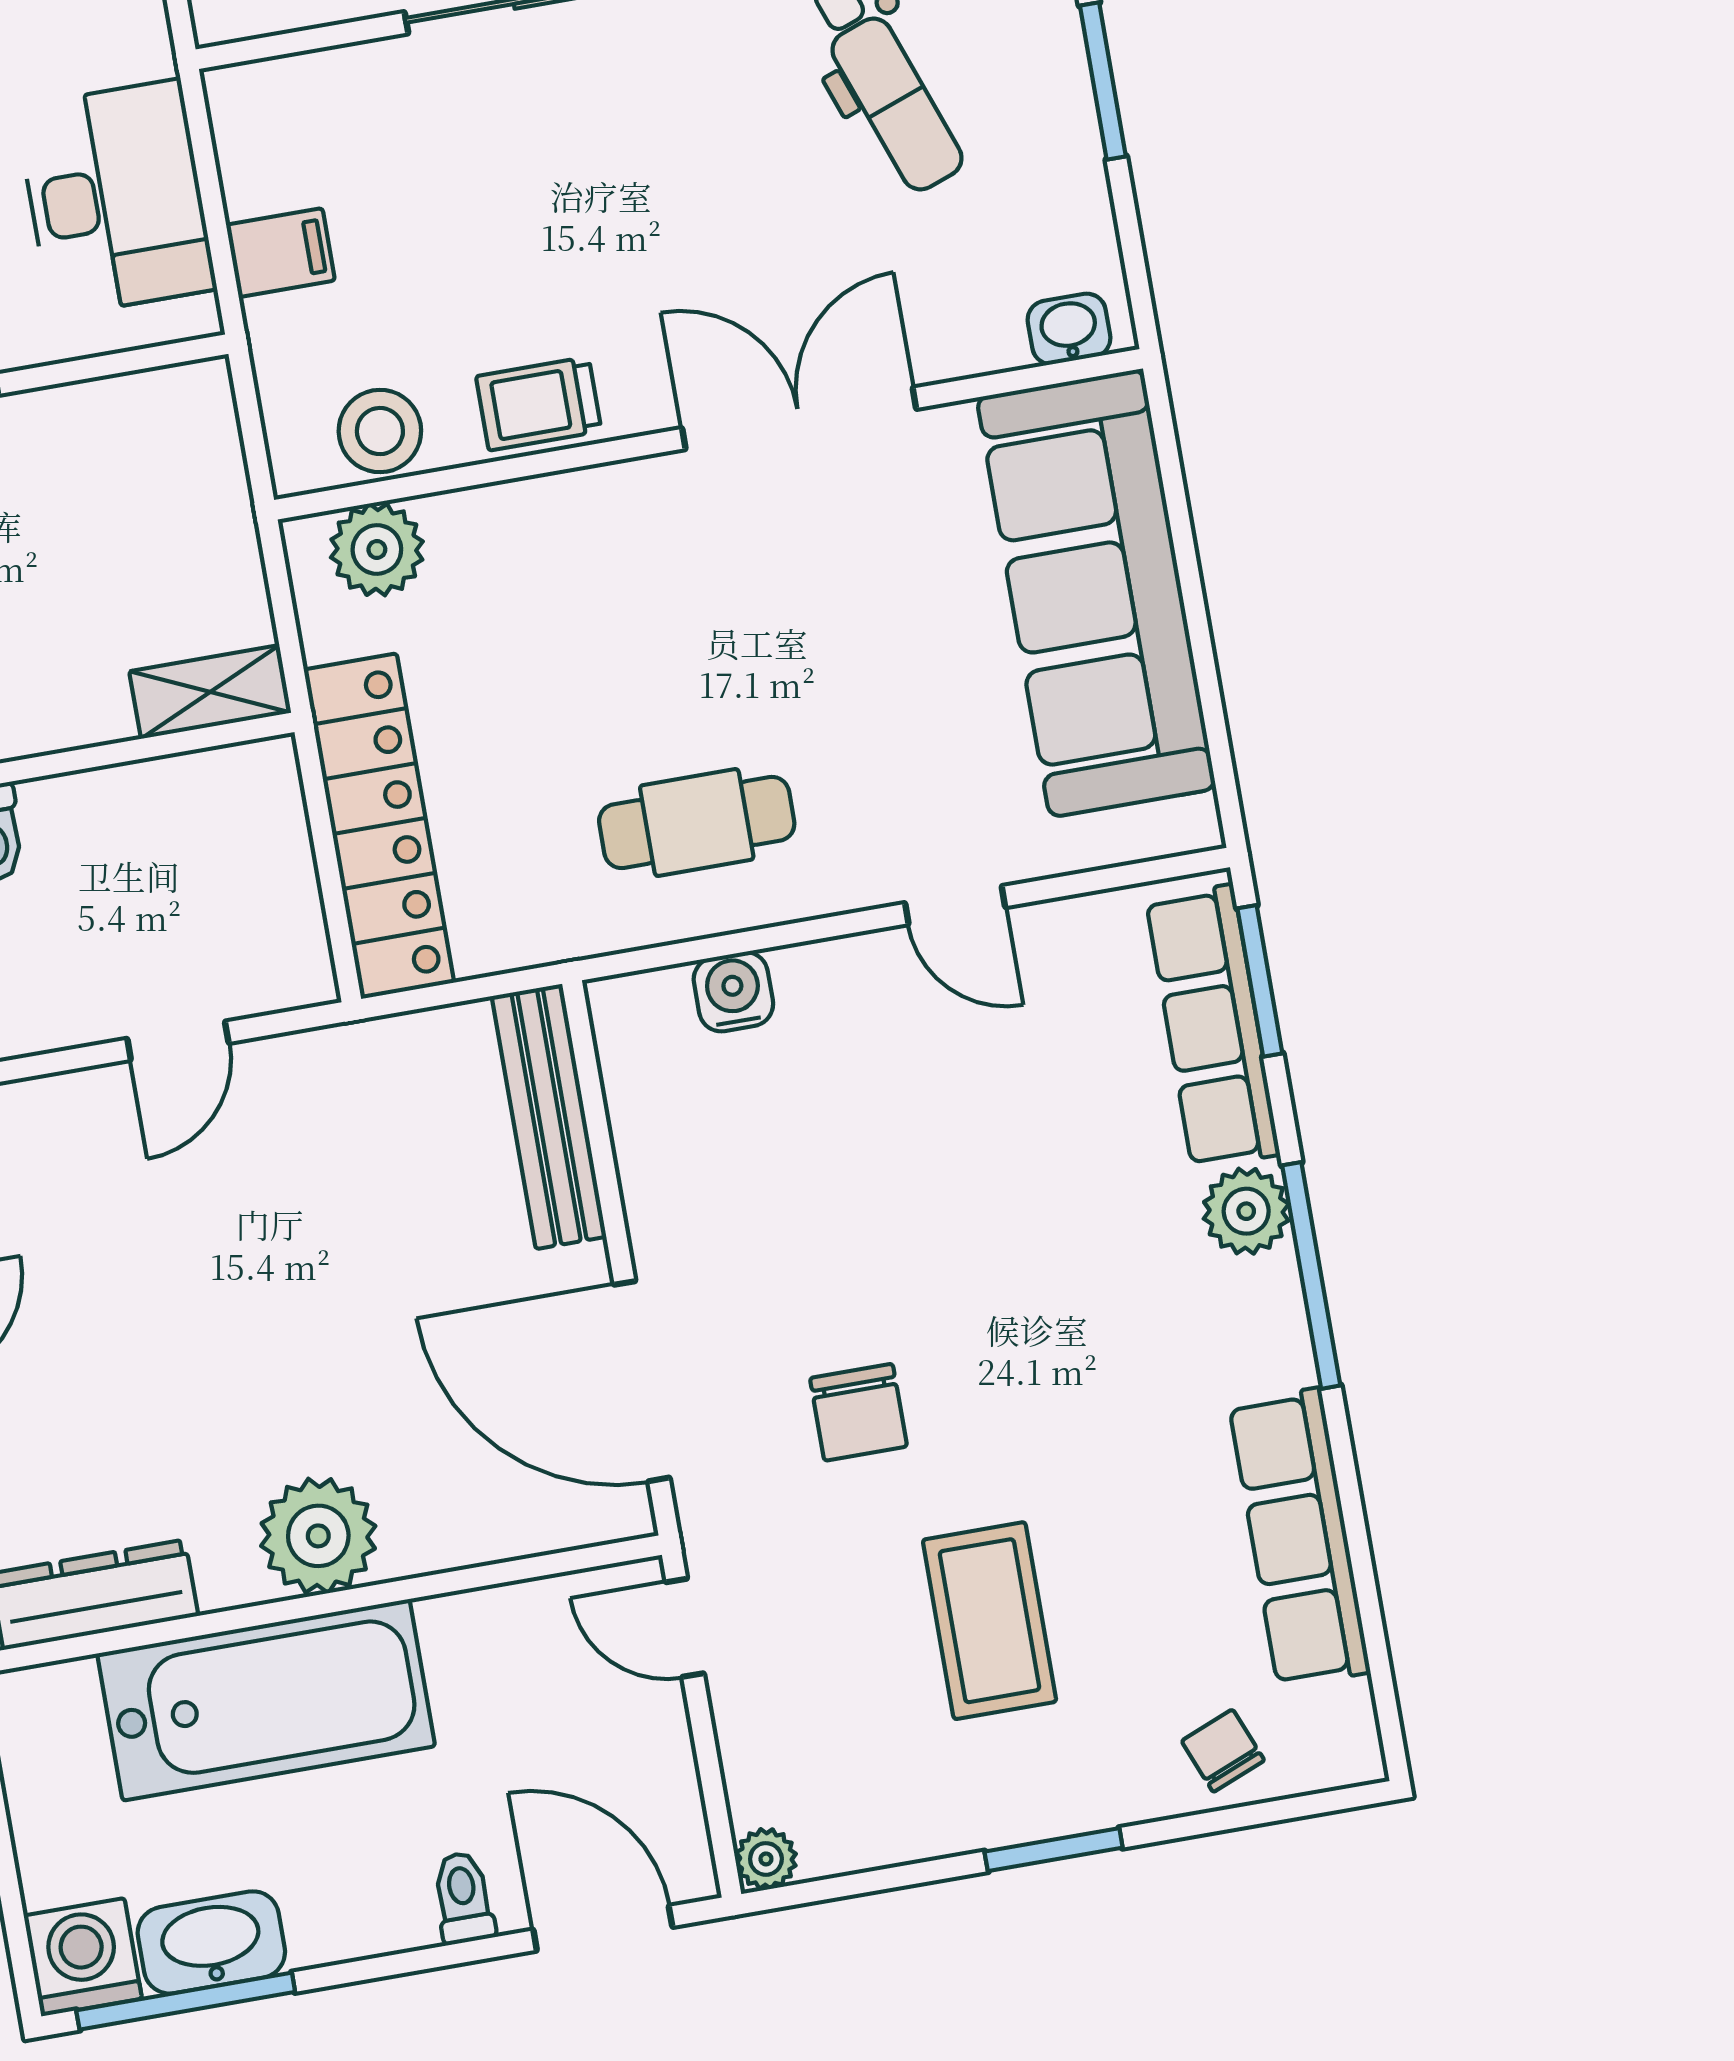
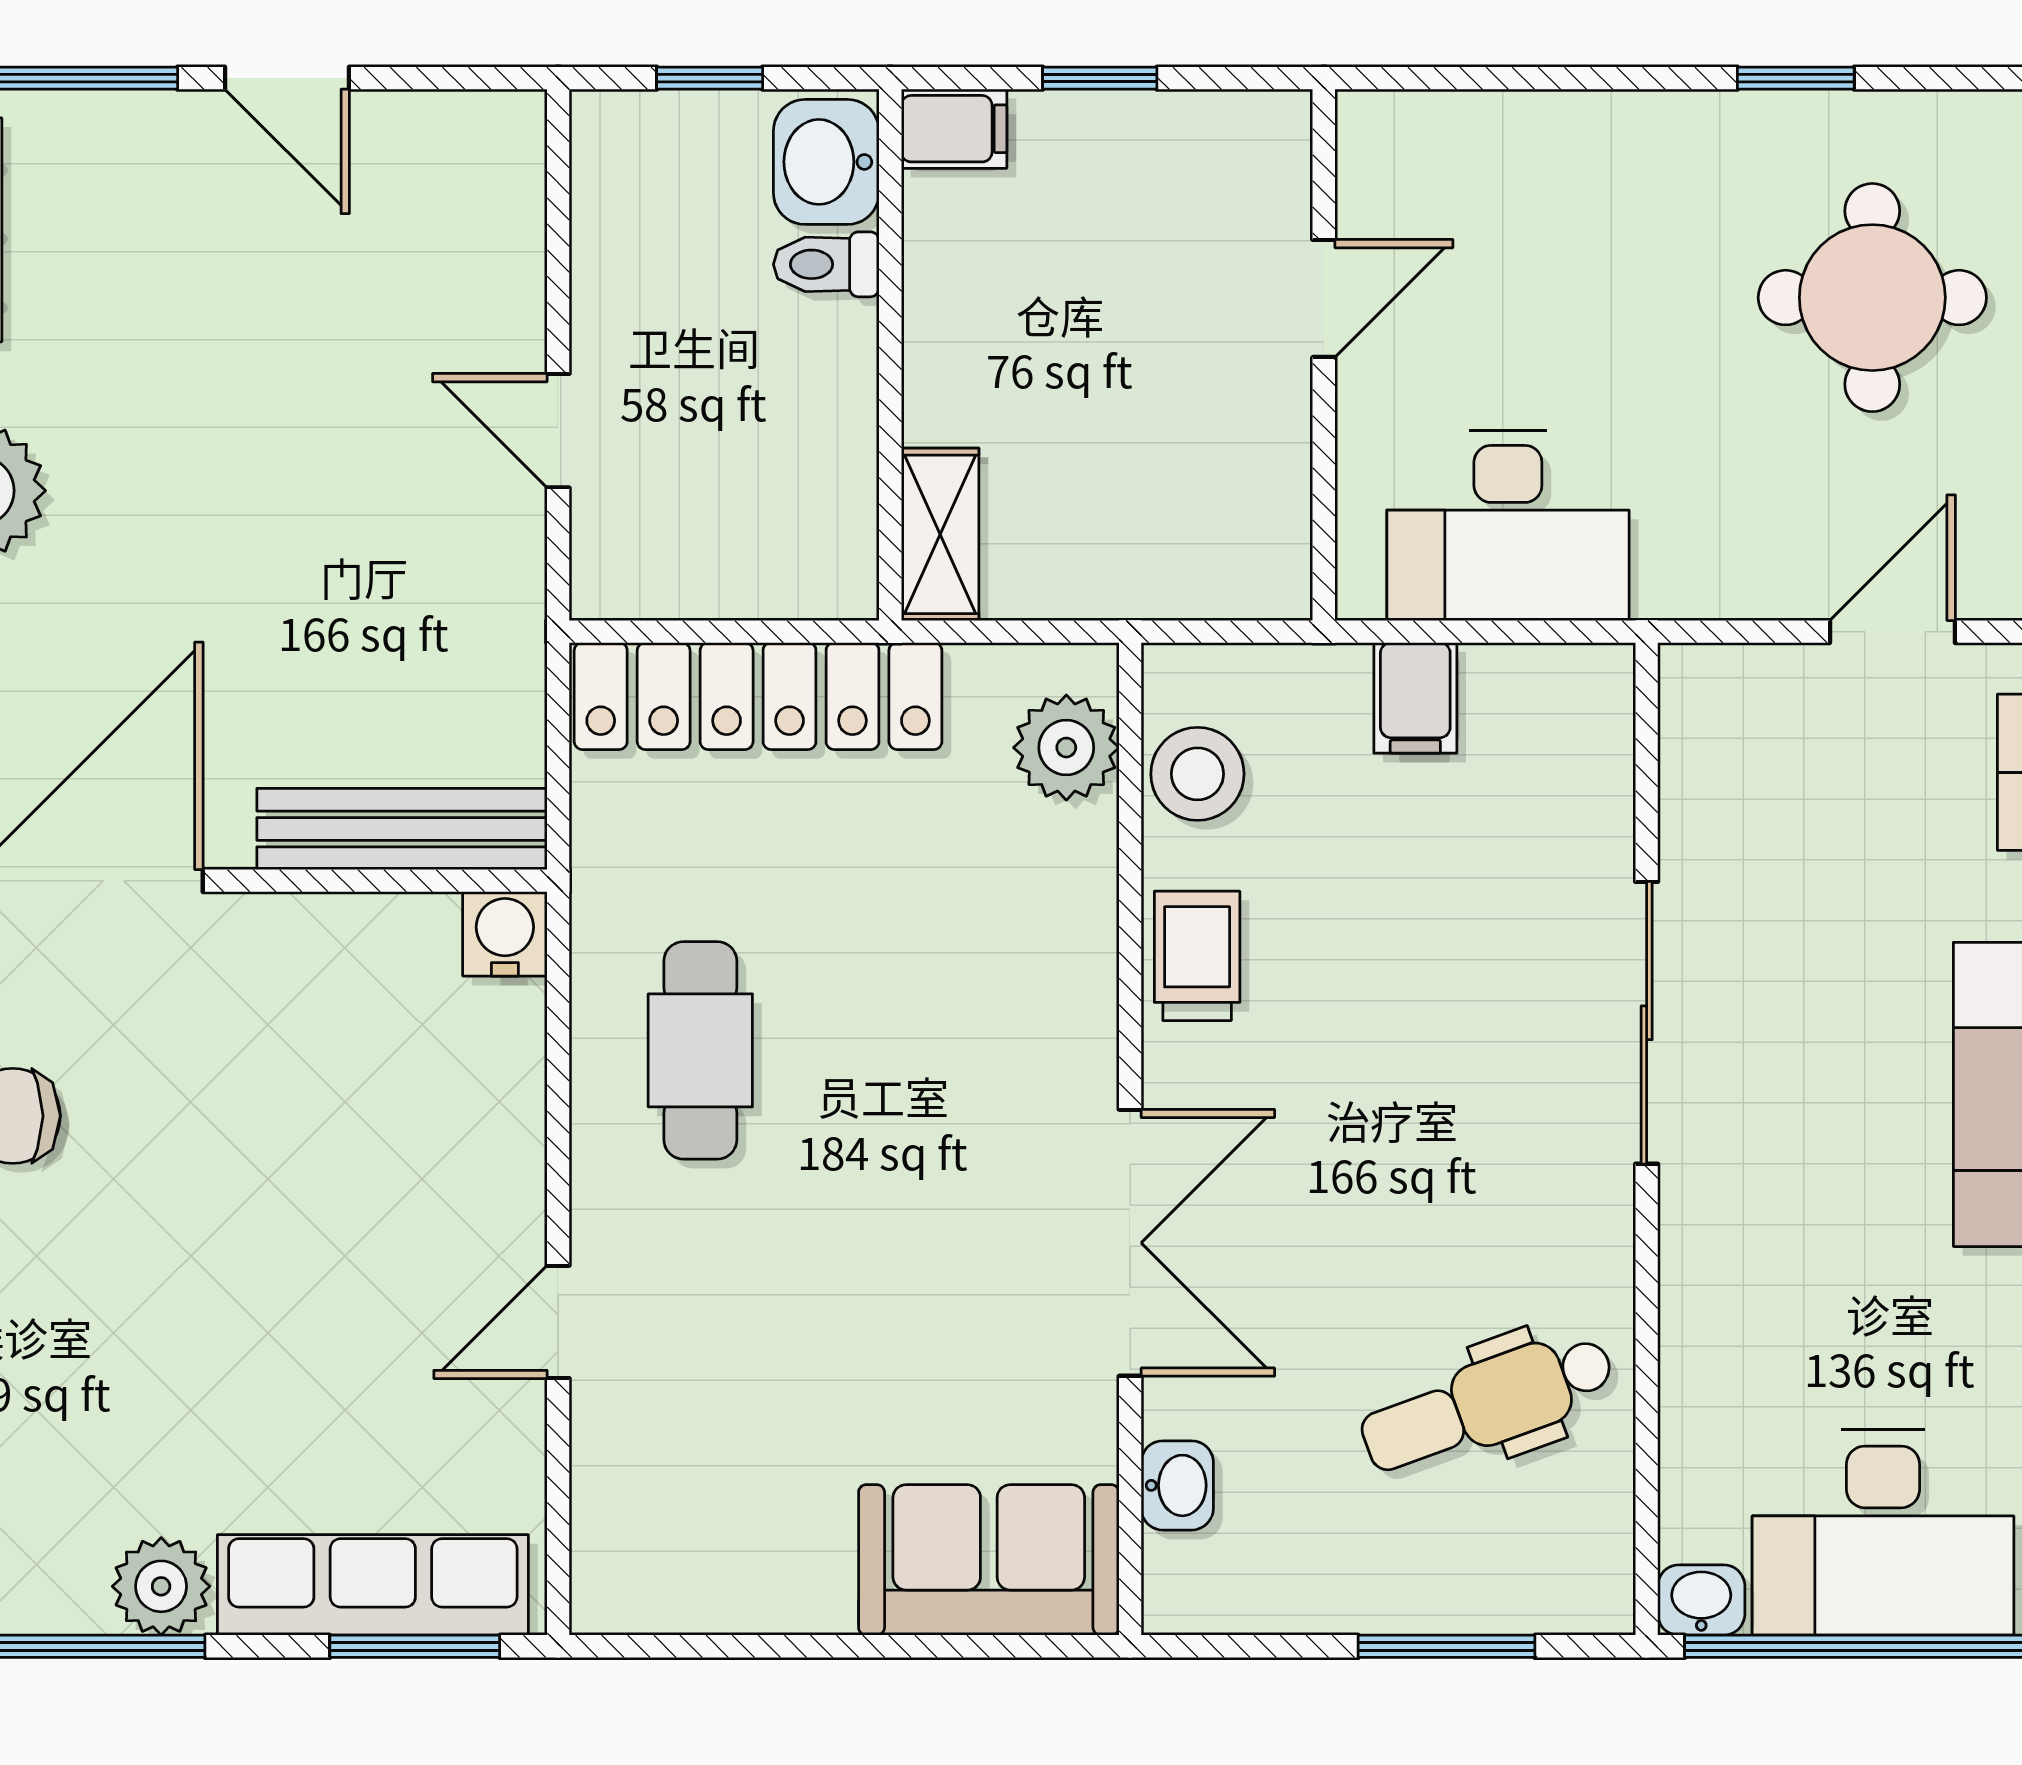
washbasin: (1069, 329) -> (1177, 1485), moved
sofa: (1096, 593) -> (989, 1560), width x0.54, depth x0.79
water cooler: (733, 992) -> (505, 934), moved, turned -90

